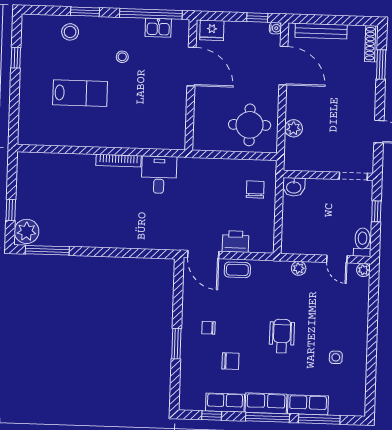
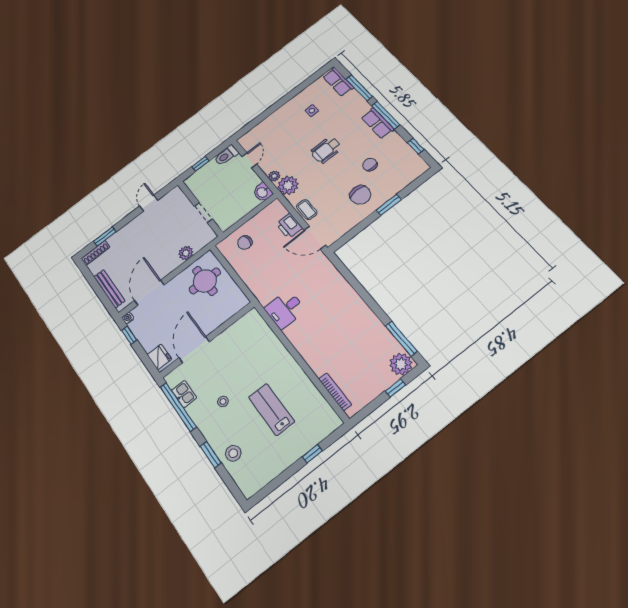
window: (16, 58) -> (312, 454), moved
bookcase: (118, 161) -> (335, 392), moved
doorway: (353, 176) -> (203, 212), moved
washbasin: (294, 187) -> (262, 192), moved, turned 180
door: (203, 255) -> (315, 238), swing flipped
plant: (363, 270) -> (288, 185), moved, width x1.88, depth x1.88
chair: (208, 328) -> (360, 195), width x1.87, depth x1.87
row of seats: (225, 403) -> (400, 146), removed
row of seats: (308, 405) -> (338, 82), moved

